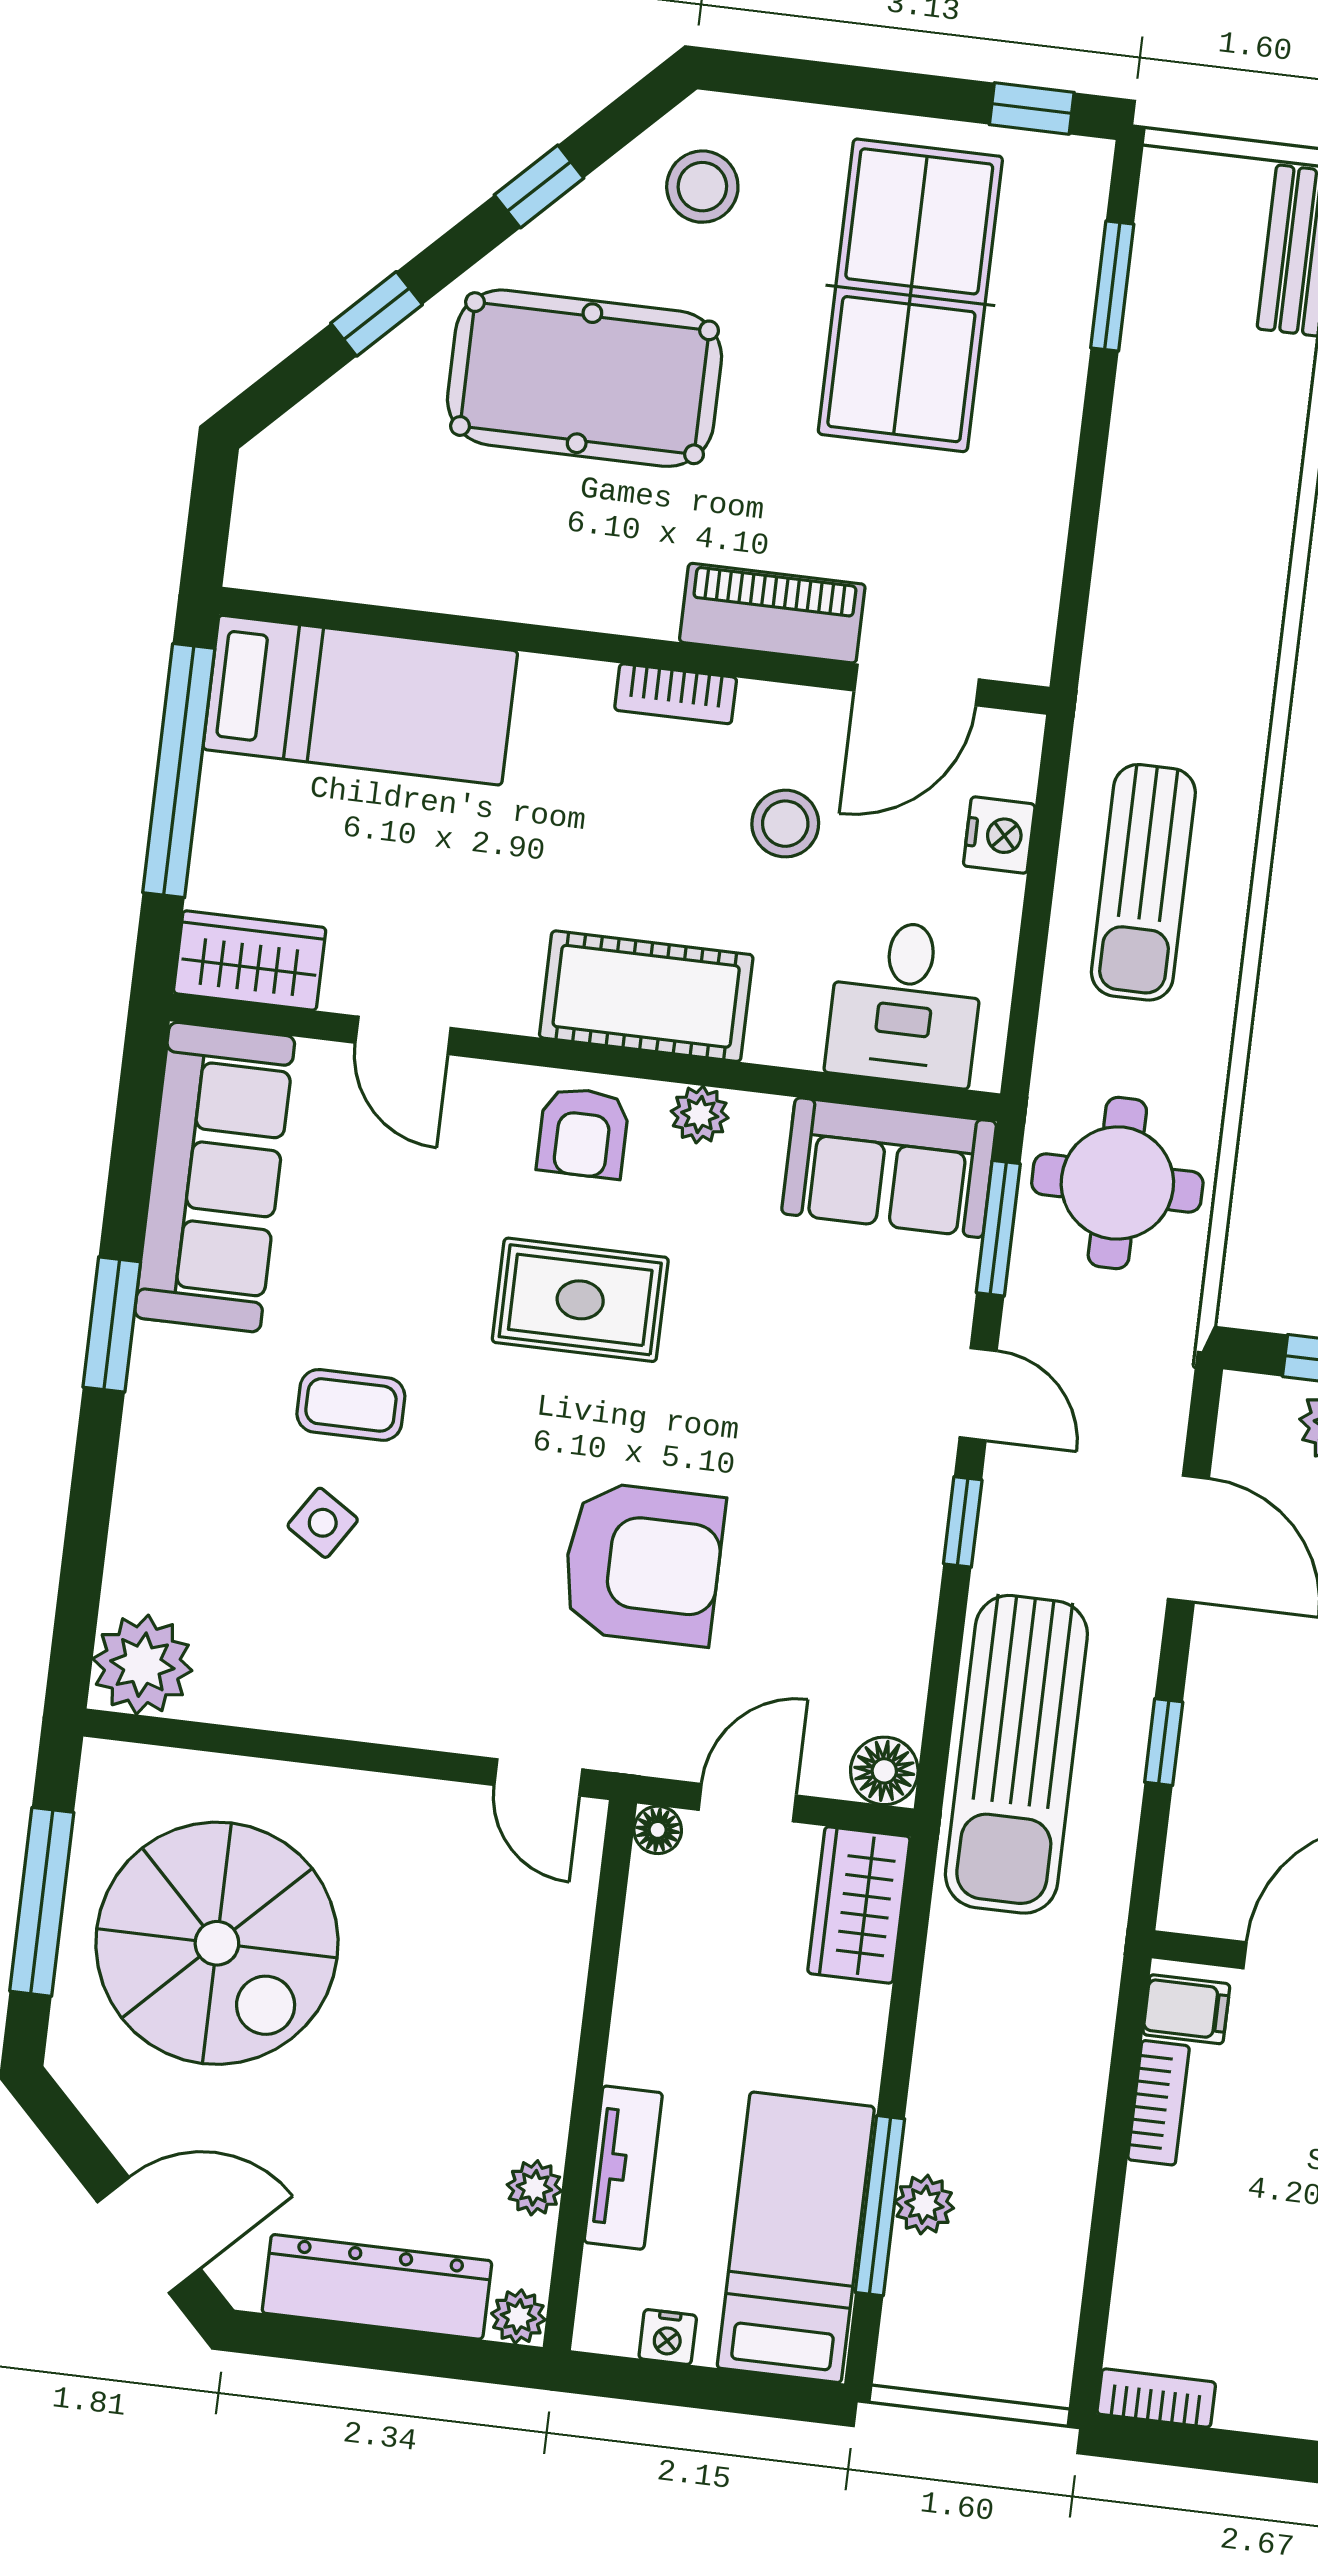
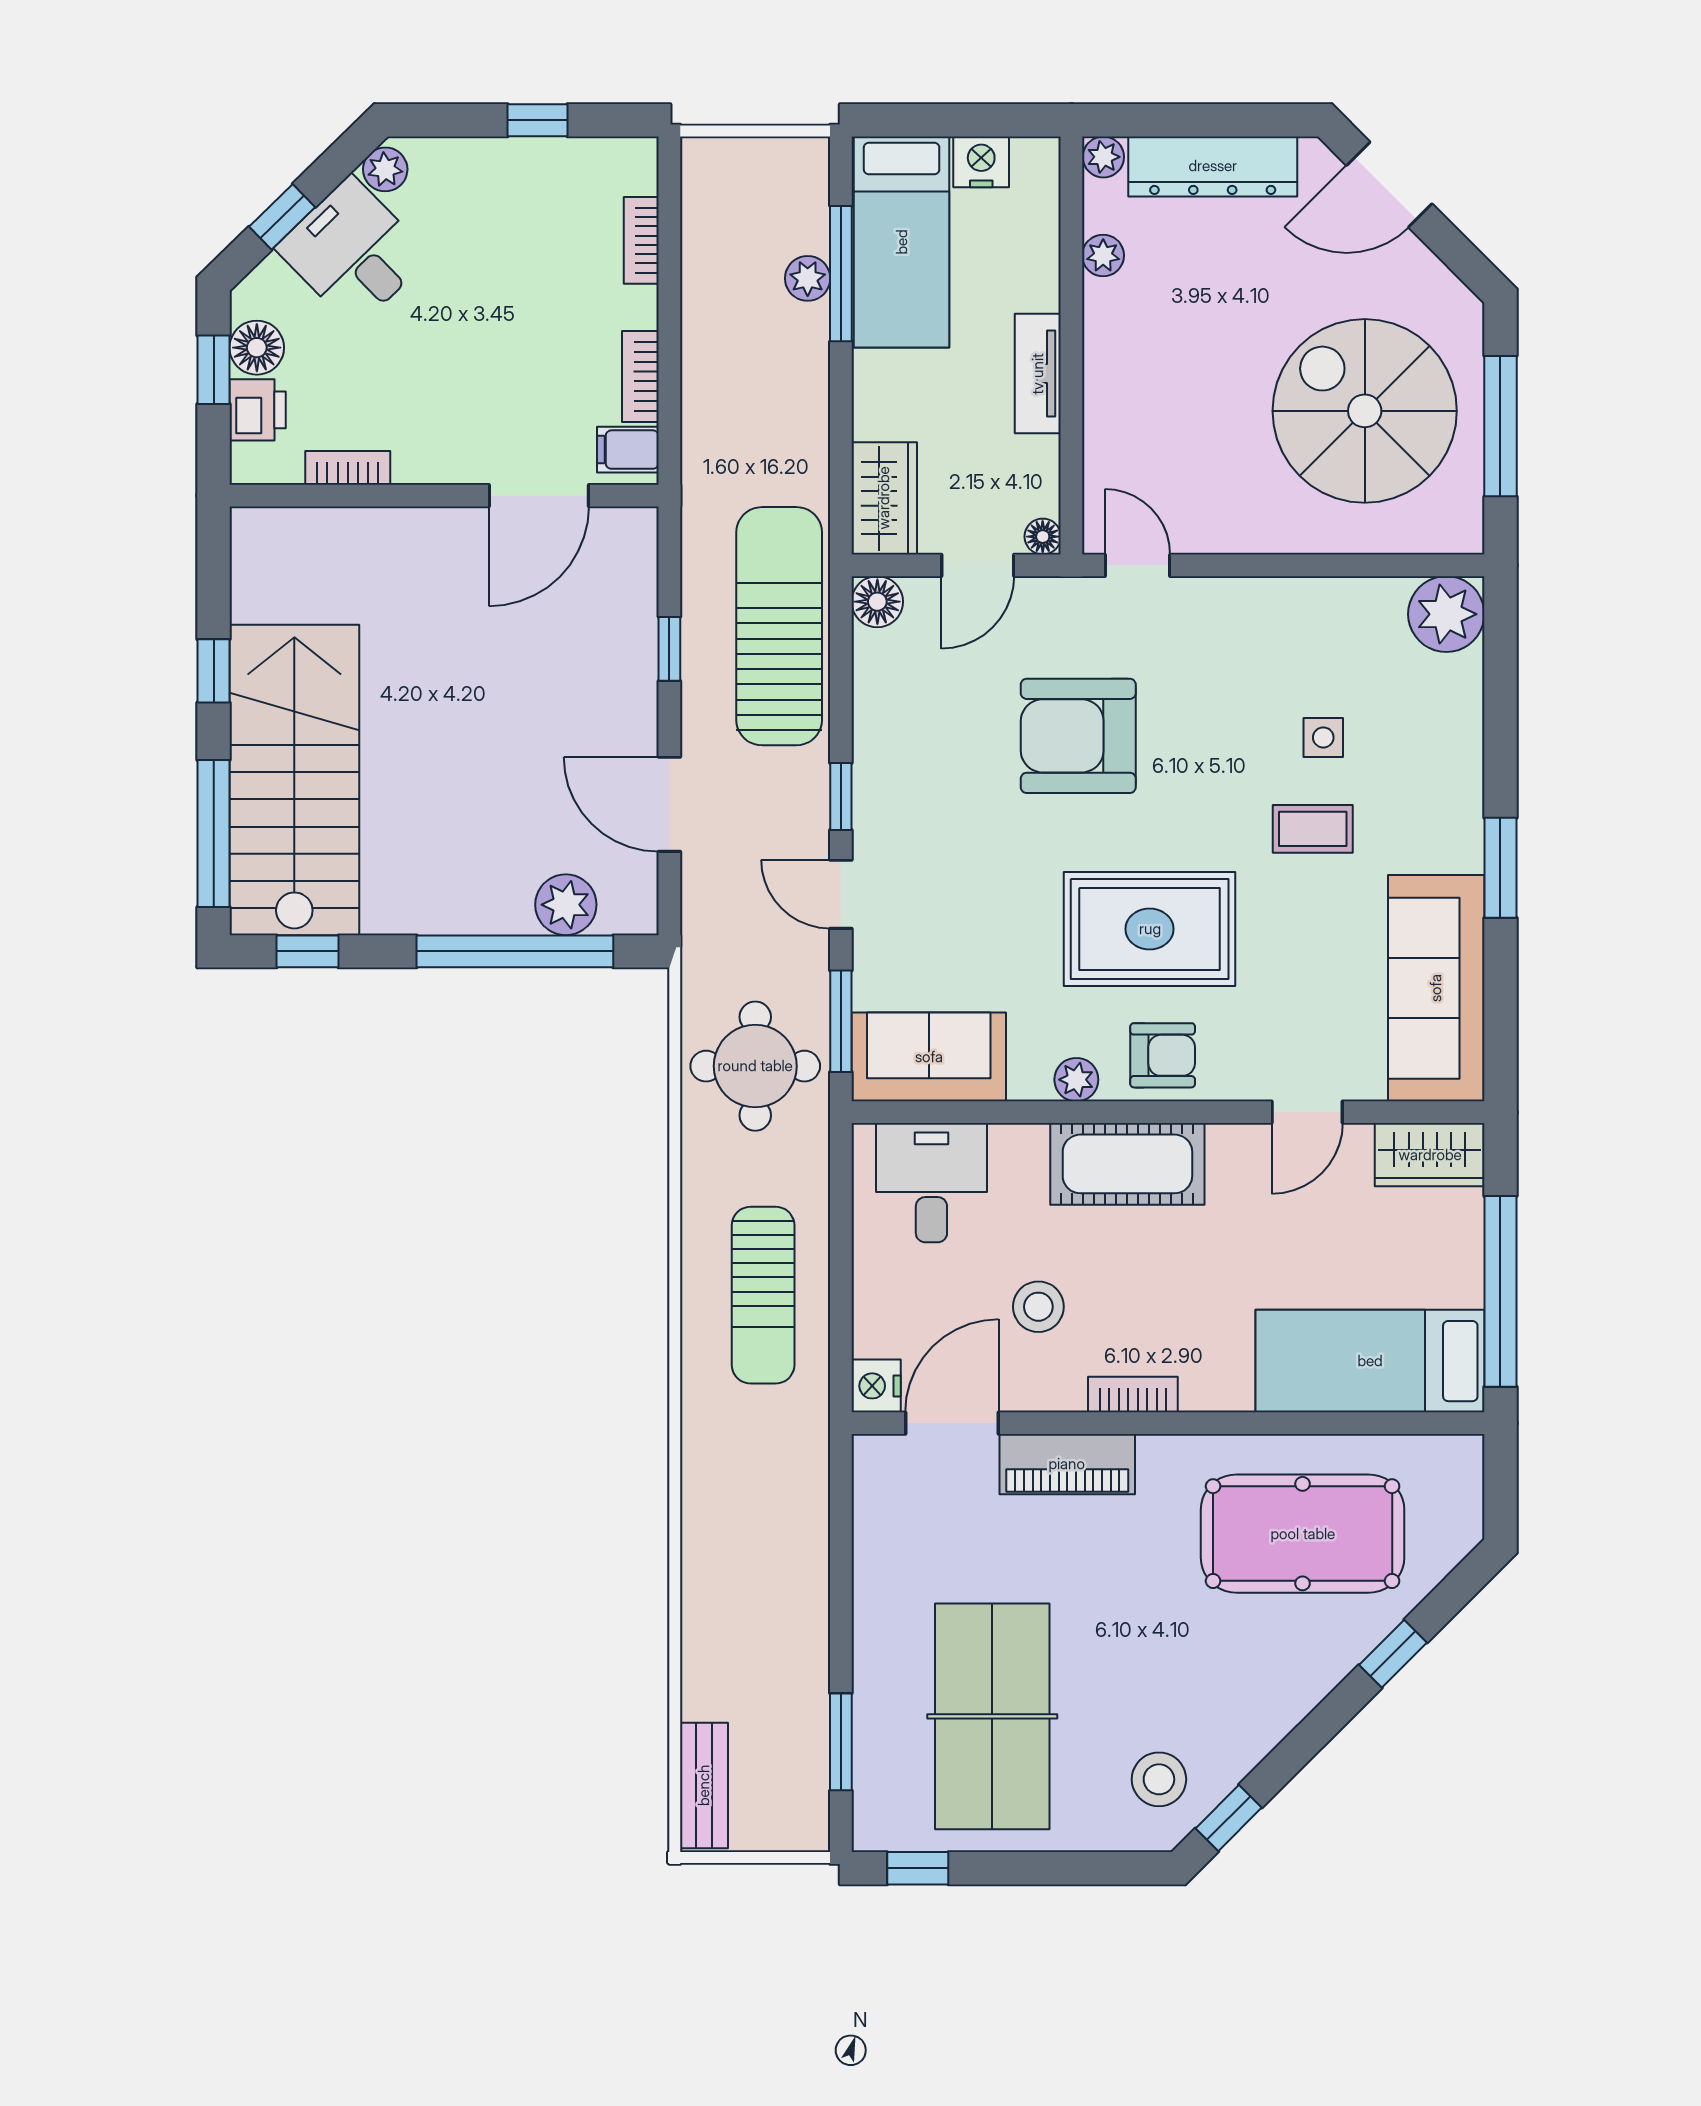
window: (539, 186) -> (1229, 1818), moved
pool table: (585, 378) -> (1303, 1534), moved
nightstand: (999, 835) -> (876, 1386), moved
sun lounger: (1143, 882) -> (763, 1295), turned 180
door: (403, 1035) -> (1307, 1112), swing flipped
armchair: (583, 1133) -> (1163, 1055), turned 90
rug: (580, 1300) -> (1150, 929), width x1.36, depth x1.43
side table: (323, 1523) -> (1323, 737), turned -33
tv unit: (623, 2168) -> (1038, 374), moved
nightstand: (668, 2337) -> (981, 162), width x1.39, depth x1.35
bookcase: (1156, 2398) -> (641, 240), moved, turned 90
window: (1252, 2454) -> (537, 120), added

